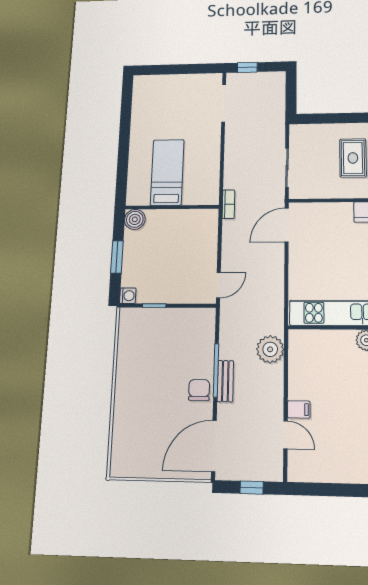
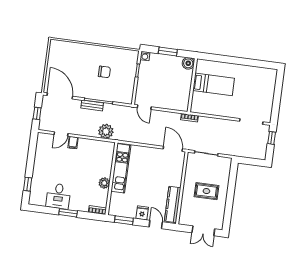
chair: (199, 390) -> (104, 72), moved

